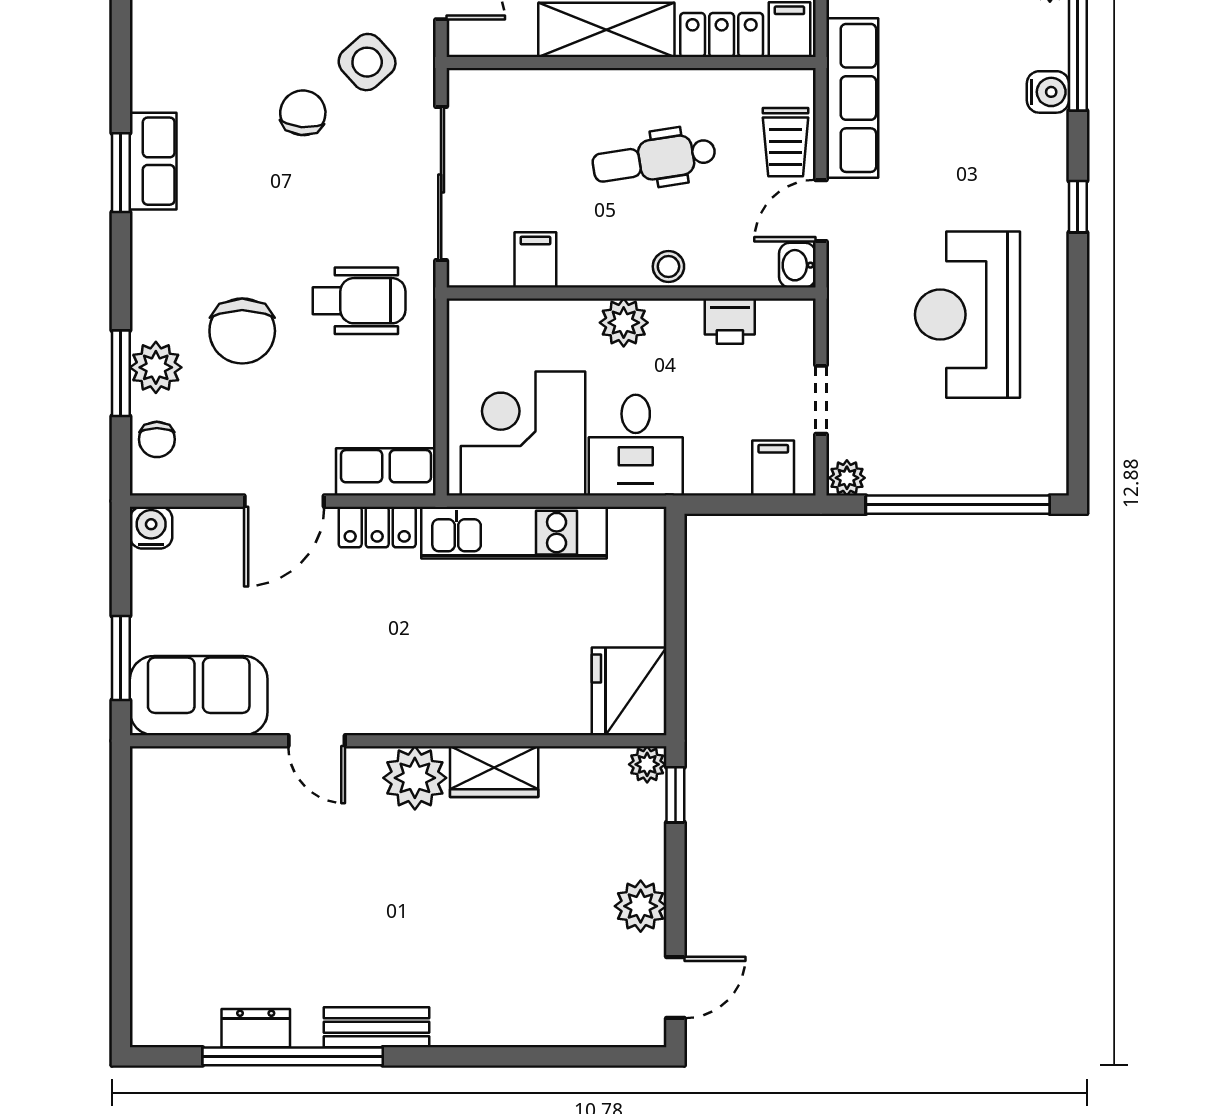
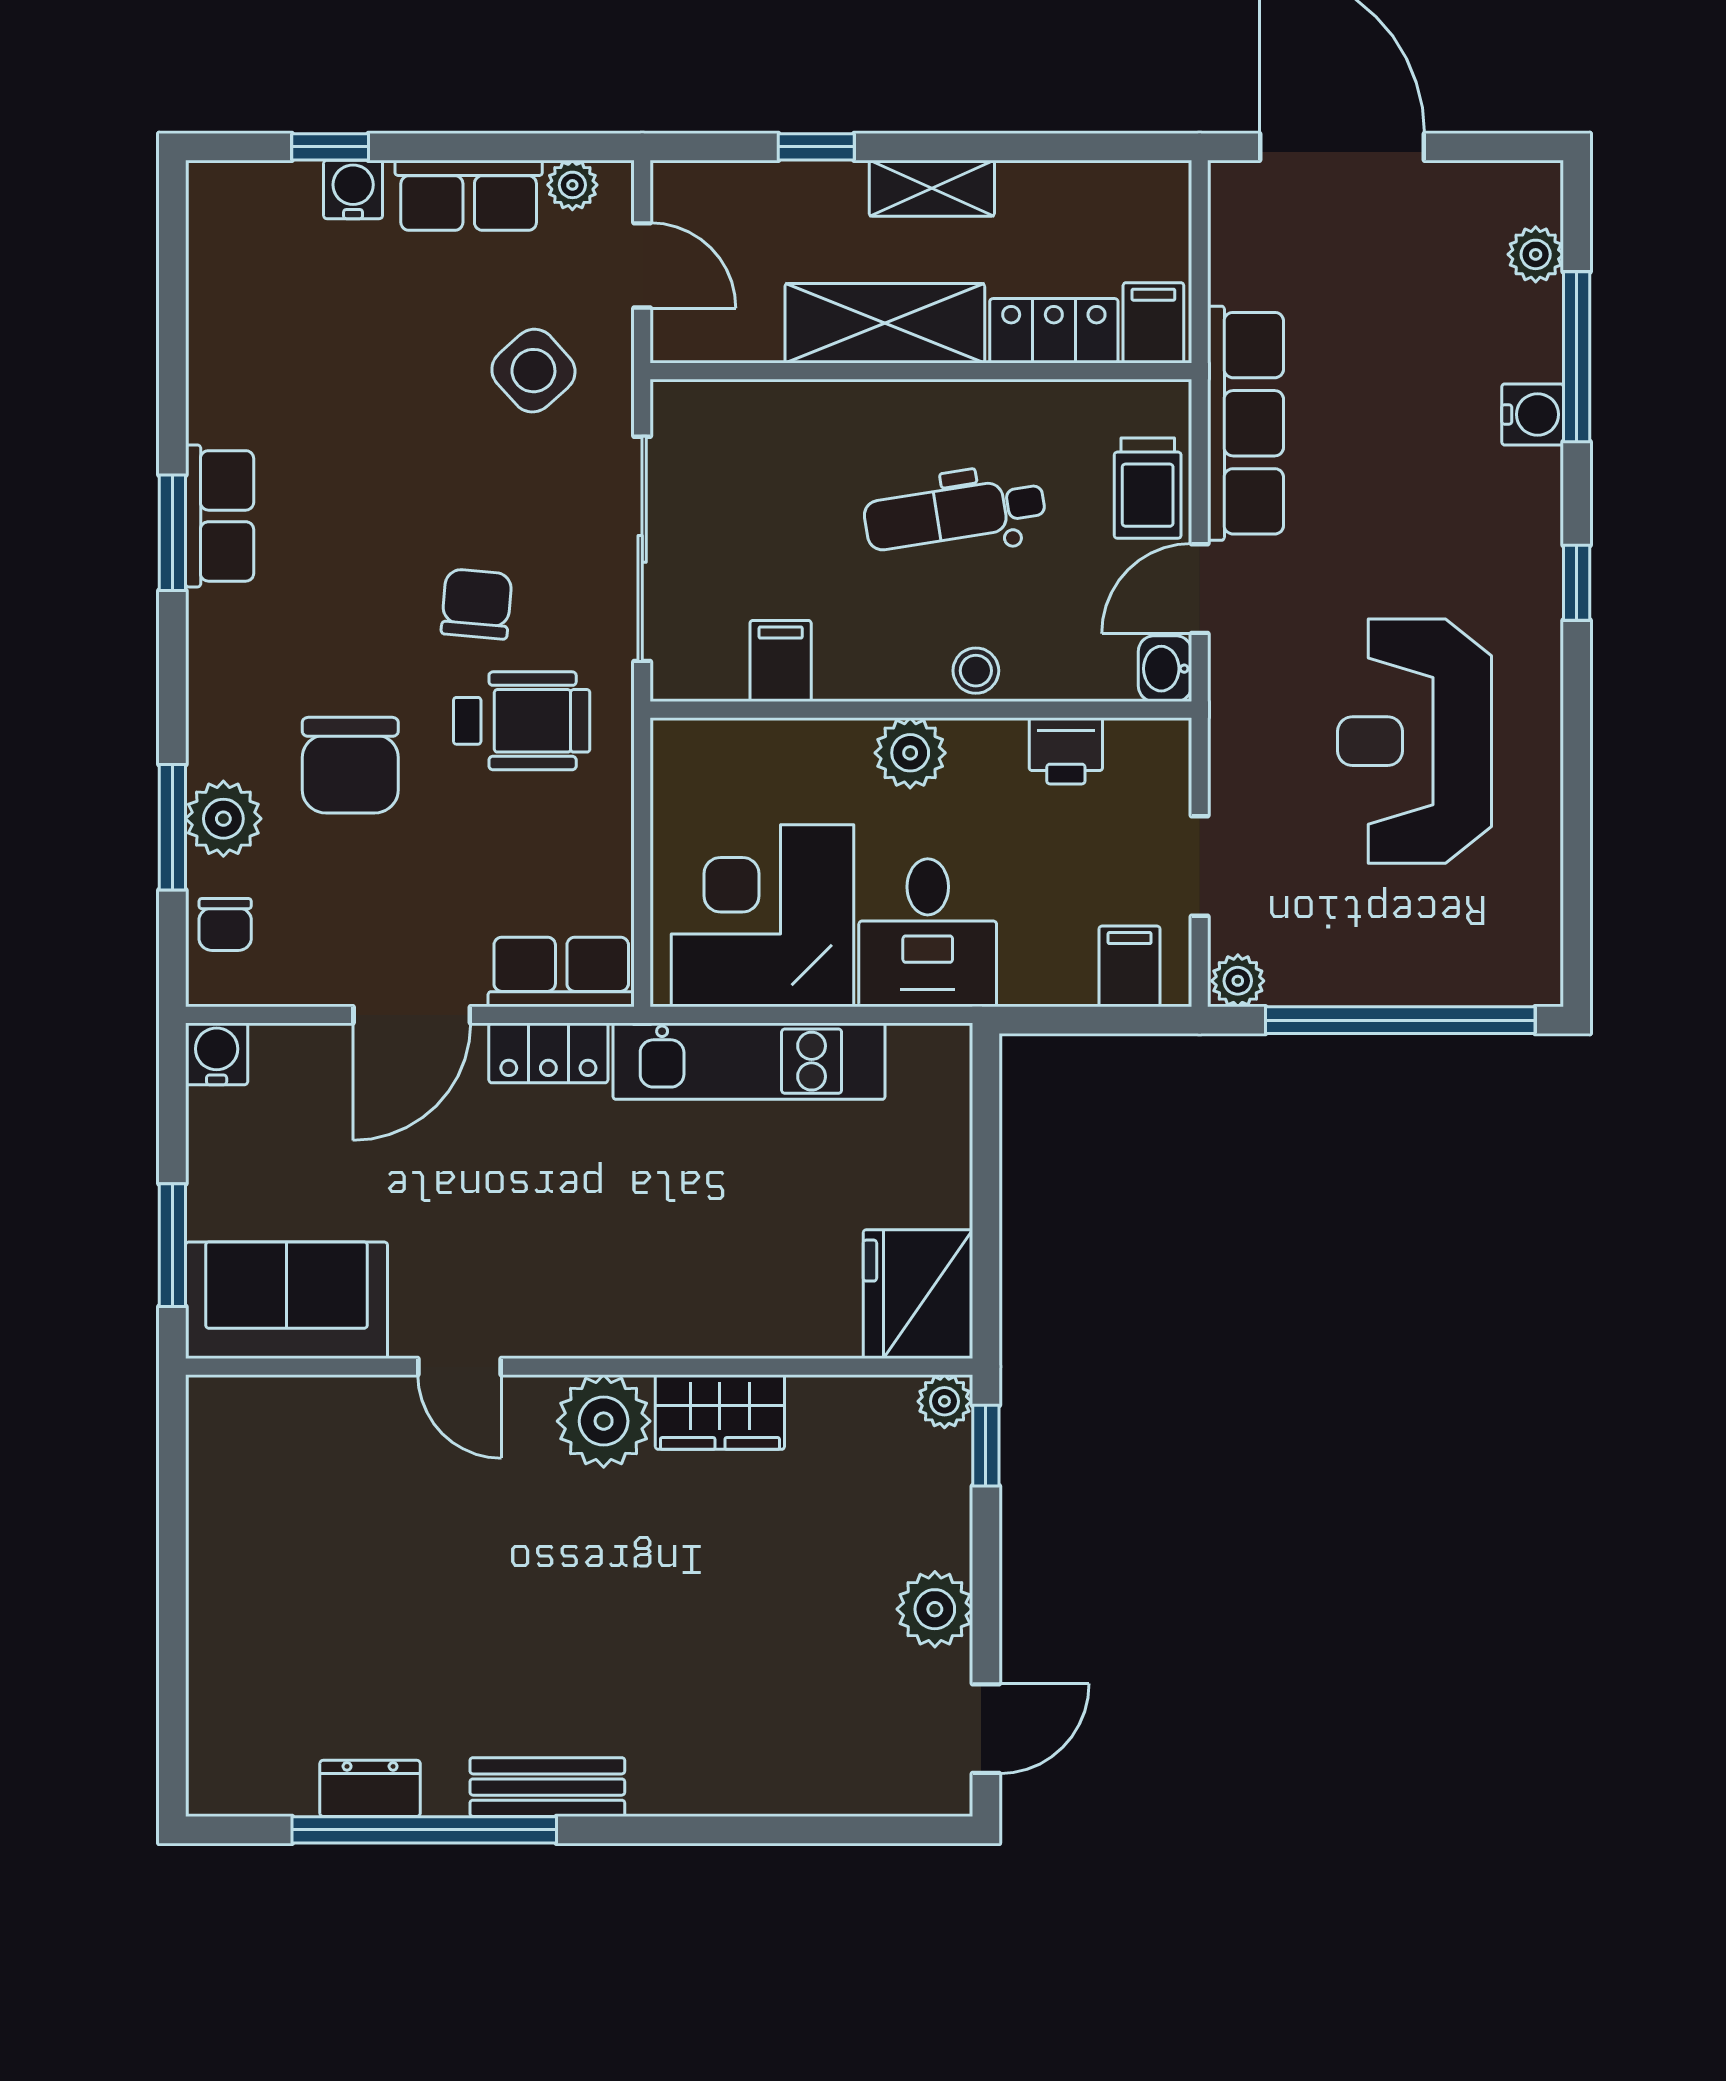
chair: (303, 113) -> (477, 604), moved

